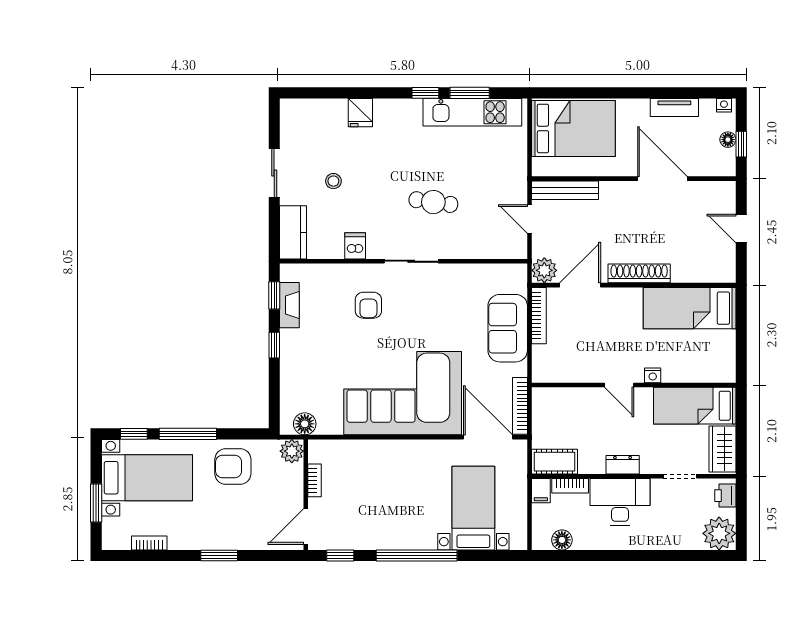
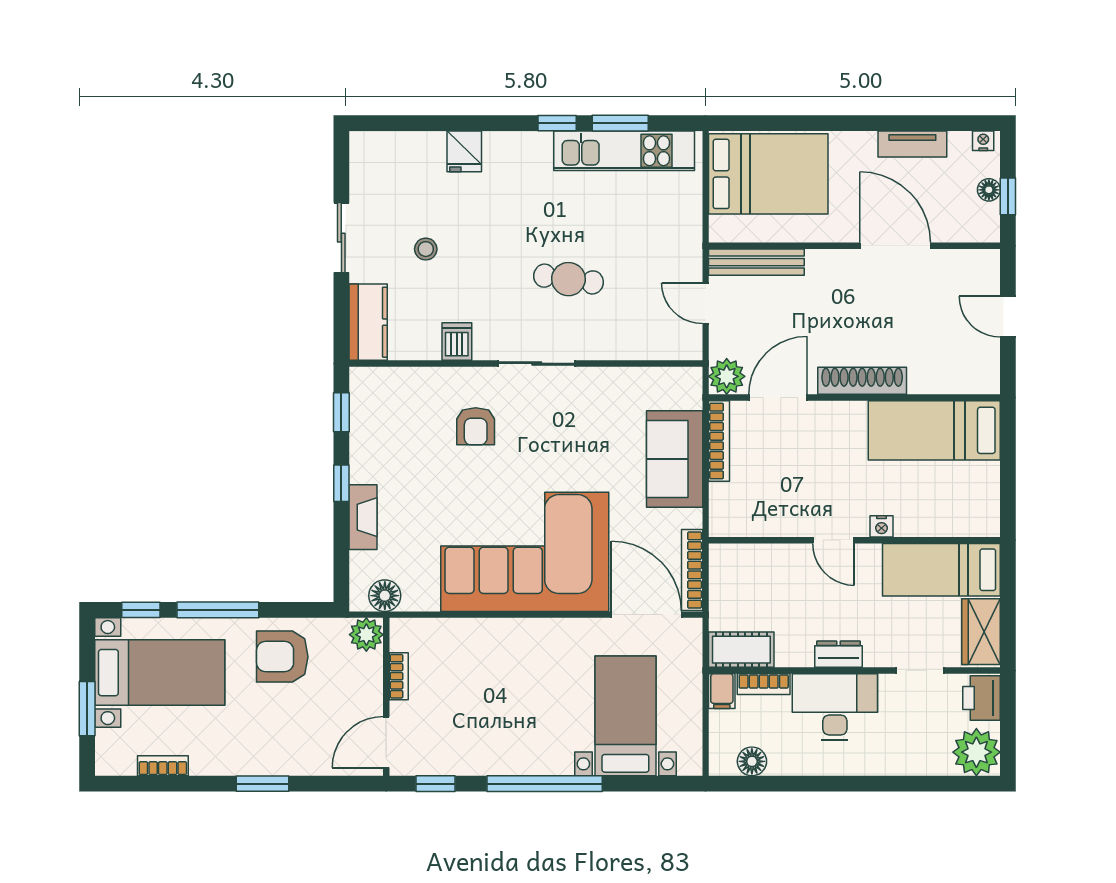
fireplace: (289, 305) -> (363, 517), moved
printer: (725, 496) -> (982, 698), width x1.36, depth x1.24

